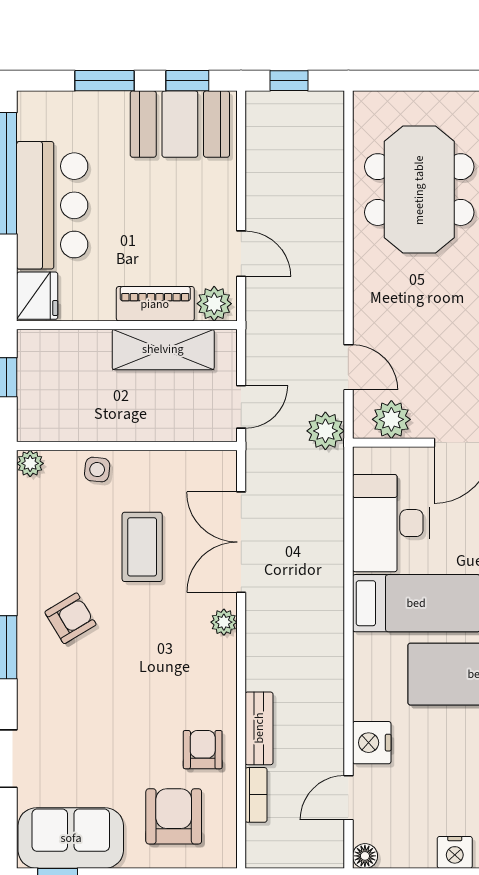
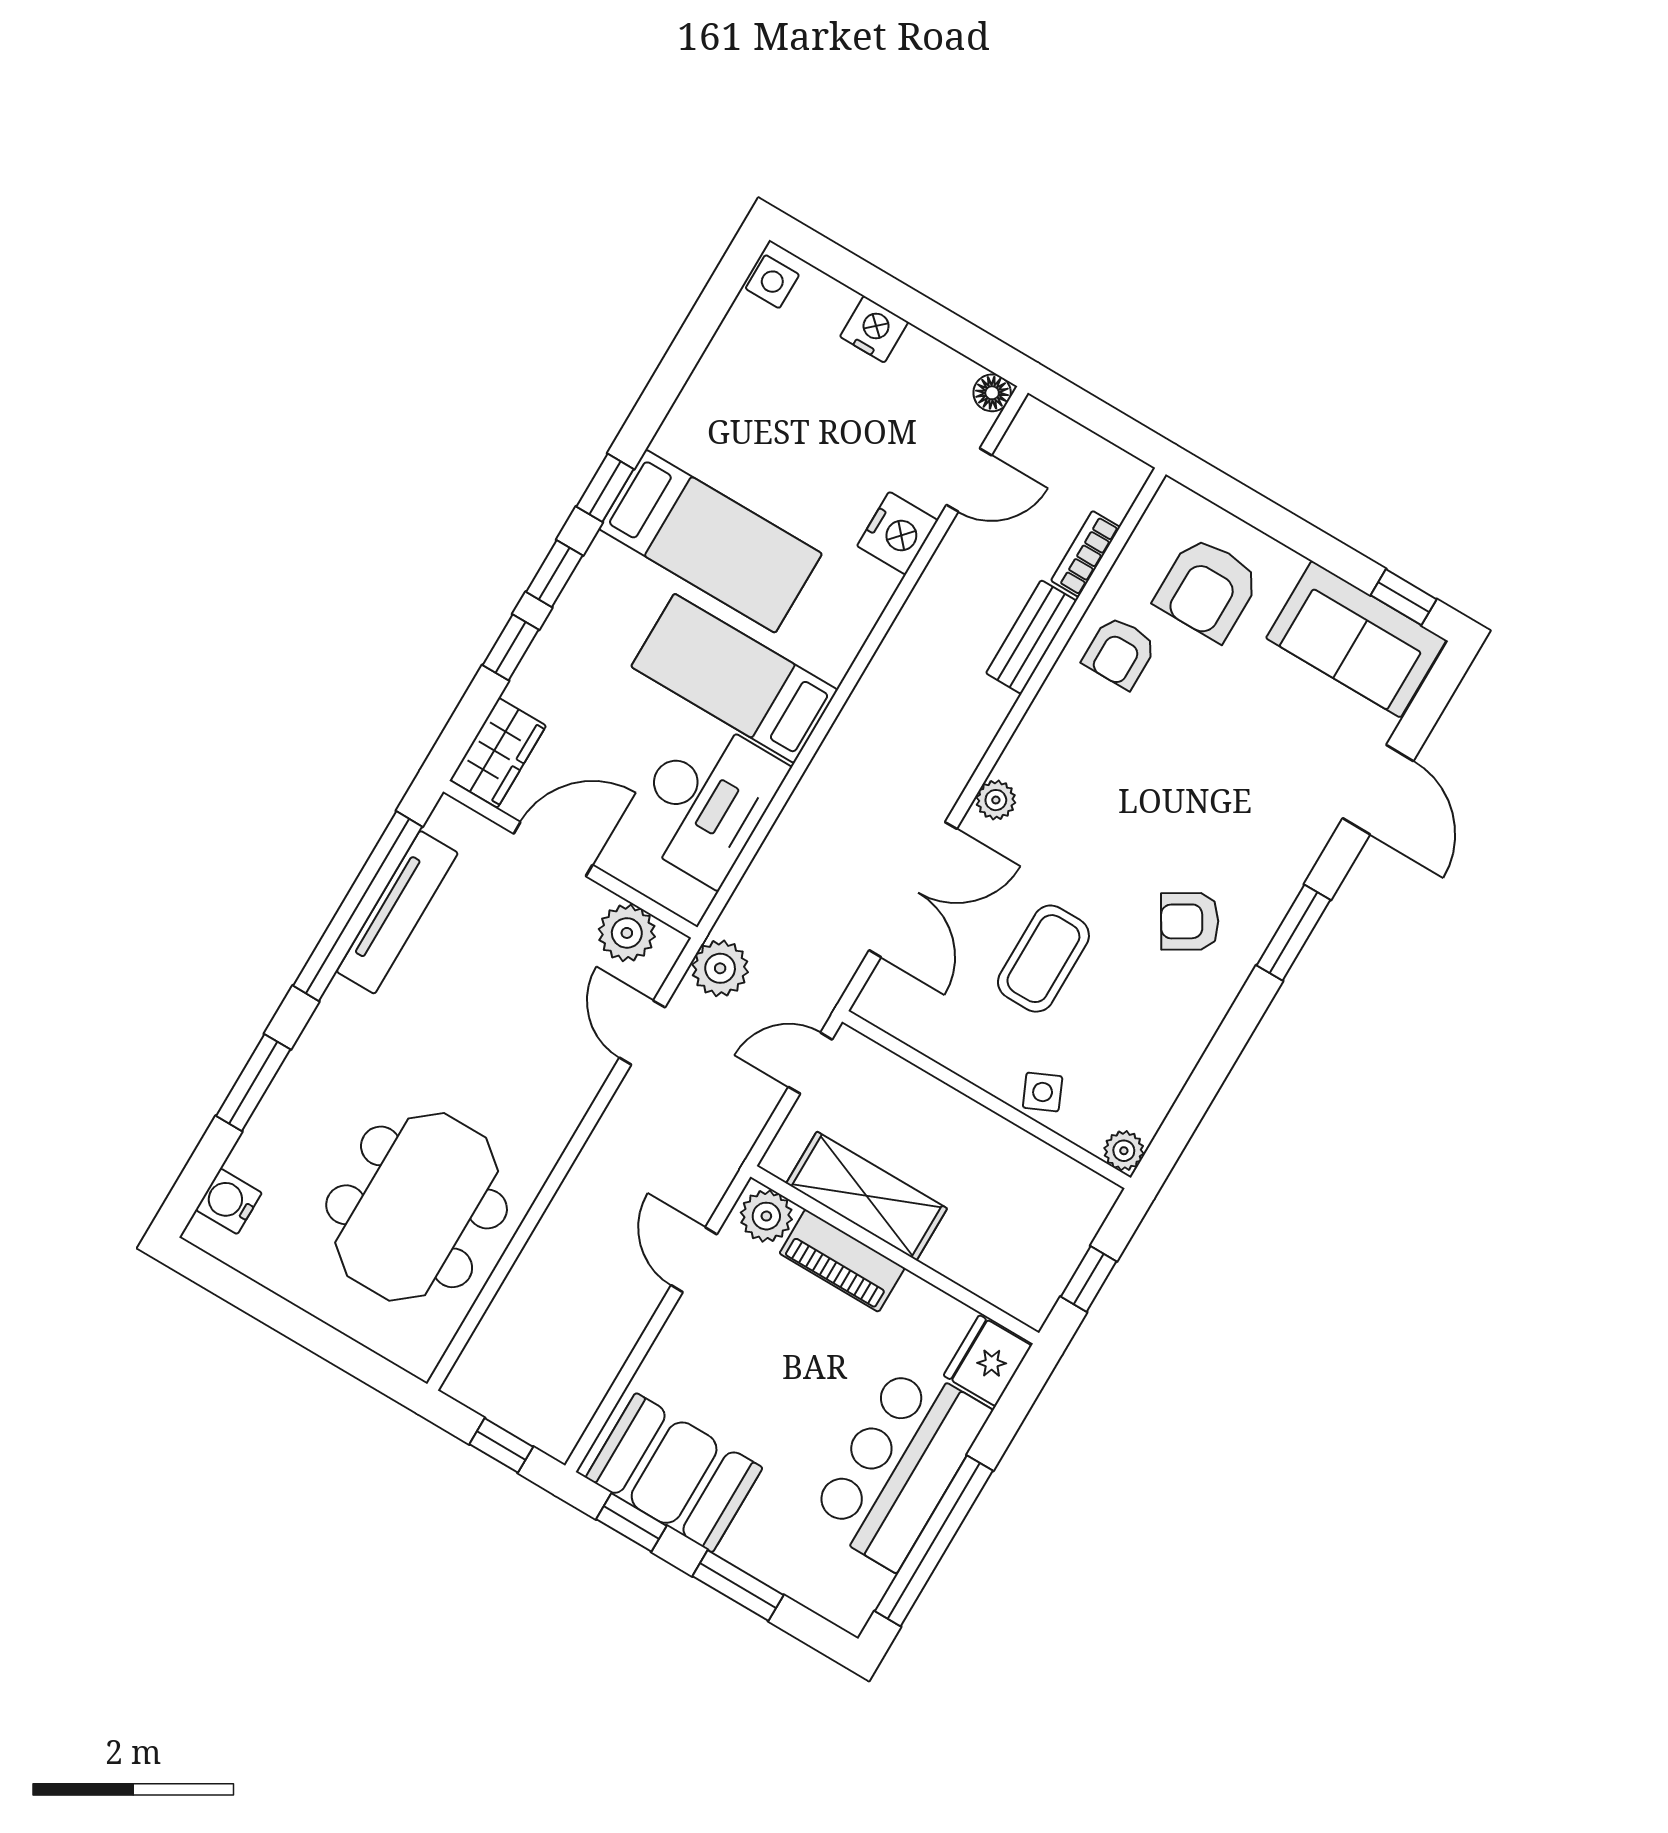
side table: (97, 470) -> (1043, 1092), turned -30

